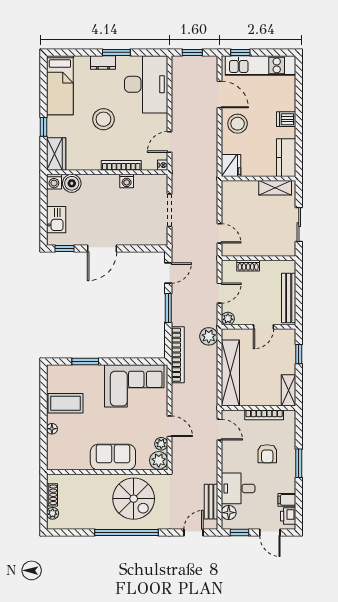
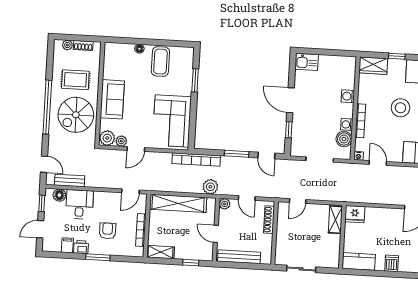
stool: (238, 124) -> (390, 222), removed
washing machine: (54, 182) -> (348, 96), moved
boiler: (72, 183) -> (344, 139), moved
shelving: (275, 188) -> (335, 220), moved
kitchen sink: (56, 220) -> (307, 62), moved
window: (65, 248) -> (289, 130), moved
shoe rack: (248, 266) -> (269, 220), width x1.43
armchair: (267, 454) -> (108, 231), turned 90
rug: (93, 502) -> (75, 80), added
printer: (288, 516) -> (81, 247), moved

